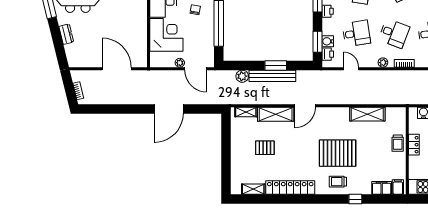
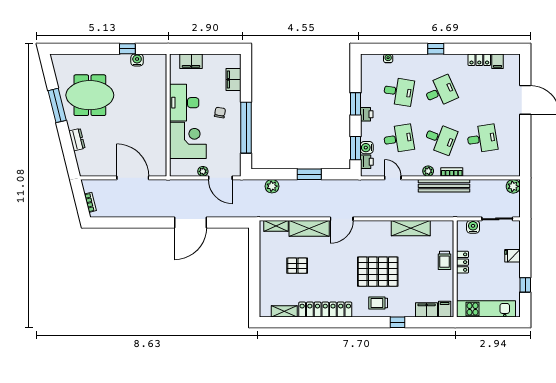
bench: (272, 76) -> (444, 186), moved

